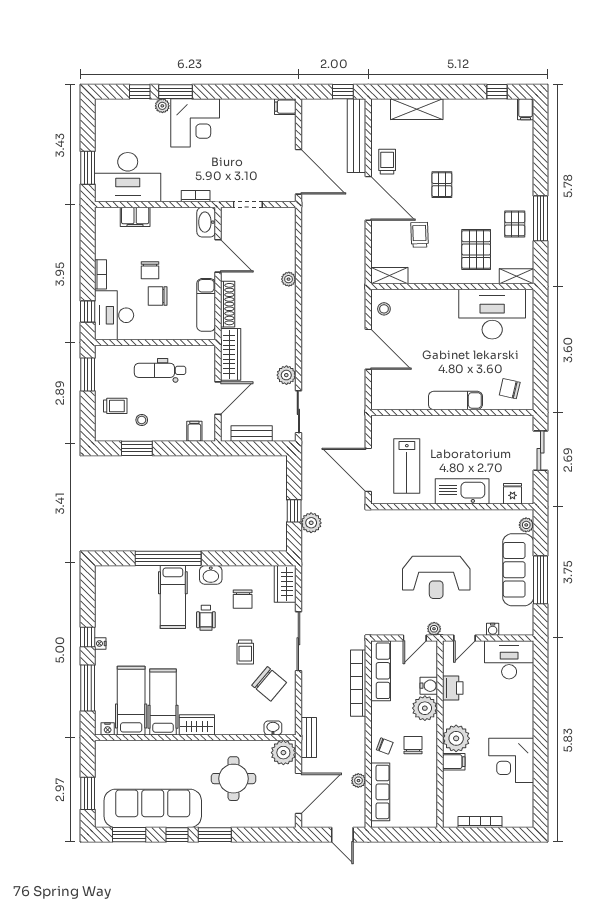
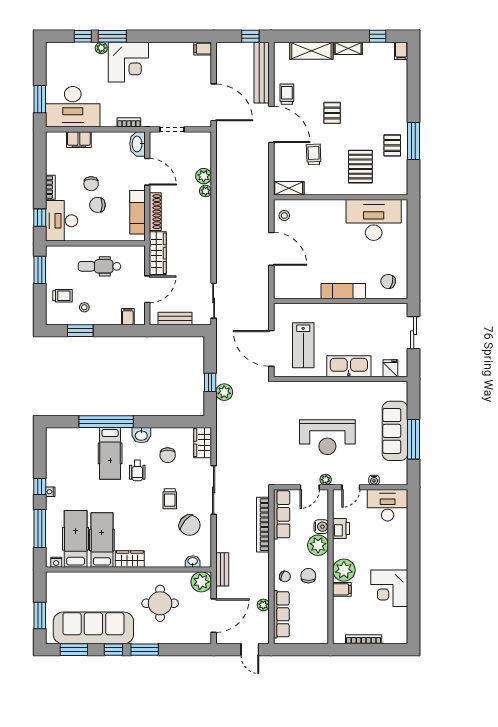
shelving: (516, 276) -> (348, 48), moved
plant: (286, 375) -> (204, 176), moved
plant: (526, 525) -> (402, 394), removed

